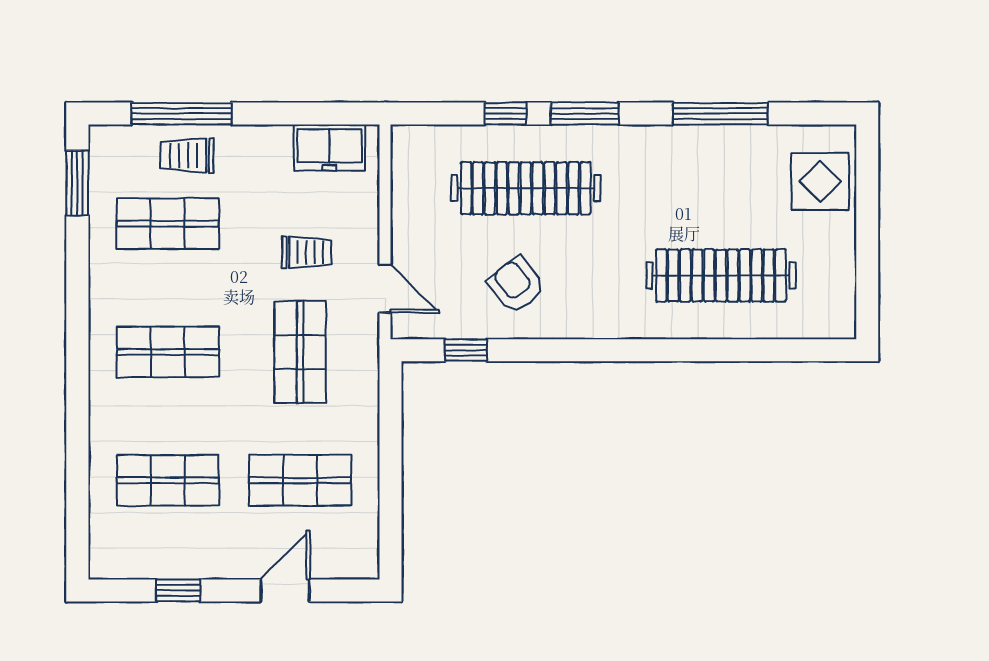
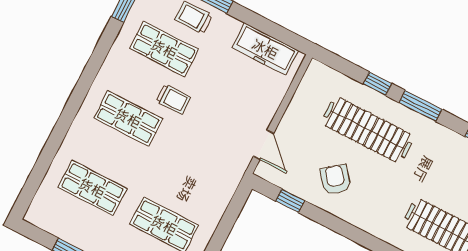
freezer: (330, 148) -> (265, 49), width x1.40
trolley: (307, 252) -> (173, 99), moved
shop shelf: (300, 352) -> (200, 155), removed

